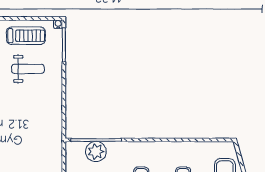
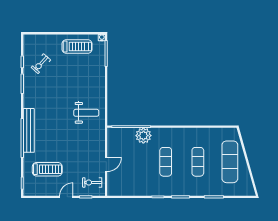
weight bench: (28, 69) -> (86, 113), moved
plant: (96, 152) -> (143, 136), moved

